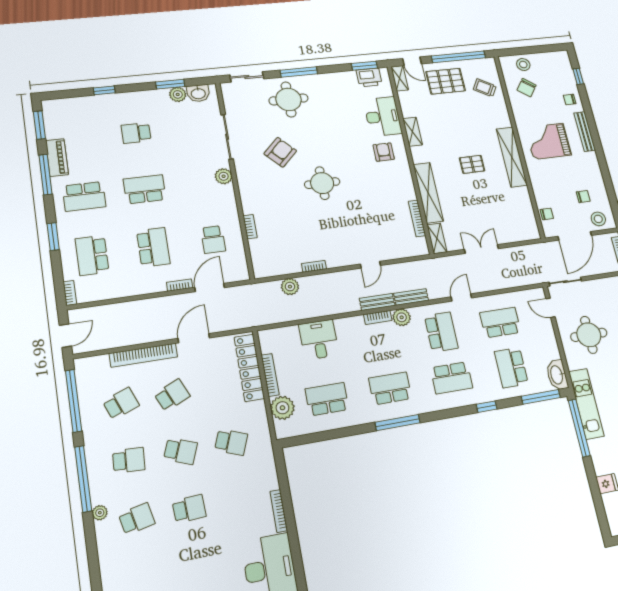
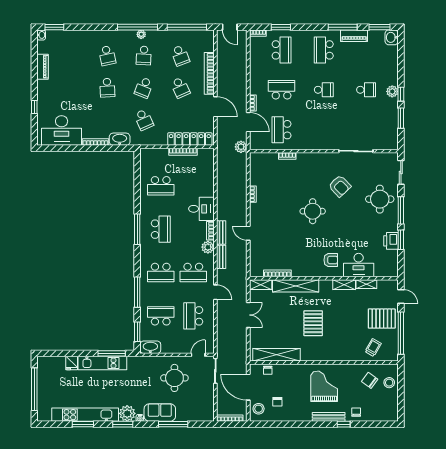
door: (412, 61) -> (401, 296), swing flipped
window: (364, 66) -> (401, 240), moved
window: (578, 76) -> (344, 424), moved
printer: (369, 77) -> (391, 241), moved
shelving: (400, 78) -> (366, 284), moved
pallet: (446, 81) -> (382, 319), turned 90
window: (104, 90) -> (401, 94), moved
washbasin: (198, 93) -> (392, 37), moved
plant: (178, 94) -> (392, 91), moved
school desk: (136, 133) -> (366, 90), turned 90
shelving: (512, 157) -> (276, 355), moved
pallet: (472, 164) -> (313, 323), width x1.50, depth x1.42
plant: (224, 176) -> (327, 144), removed
school desk: (145, 189) -> (324, 90), width x0.54
window: (53, 237) -> (281, 27), moved
school desk: (213, 239) -> (282, 130), width x1.85
school desk: (153, 247) -> (282, 90), turned 180
school desk: (92, 255) -> (282, 50), turned 90
plant: (290, 287) -> (241, 147), moved
school desk: (500, 322) -> (193, 316), turned 180
desk: (319, 340) -> (201, 209), moved
school desk: (452, 378) -> (161, 272), turned -90
window: (541, 397) -> (137, 332), width x0.69
school desk: (327, 399) -> (161, 186), turned 90
kitchen unit: (586, 404) -> (102, 363), moved
window: (487, 407) -> (137, 292), width x2.17
plant: (282, 408) -> (160, 156), removed
window: (579, 428) -> (112, 353), width x0.68
school desk: (231, 442) -> (144, 120), turned -45
washbasin: (268, 474) -> (120, 139), added
plant: (100, 513) -> (141, 34), moved

